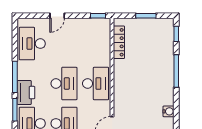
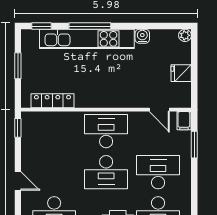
kitchen unit: (166, 69) -> (87, 39), added
desk: (64, 84) -> (106, 172), turned 180

